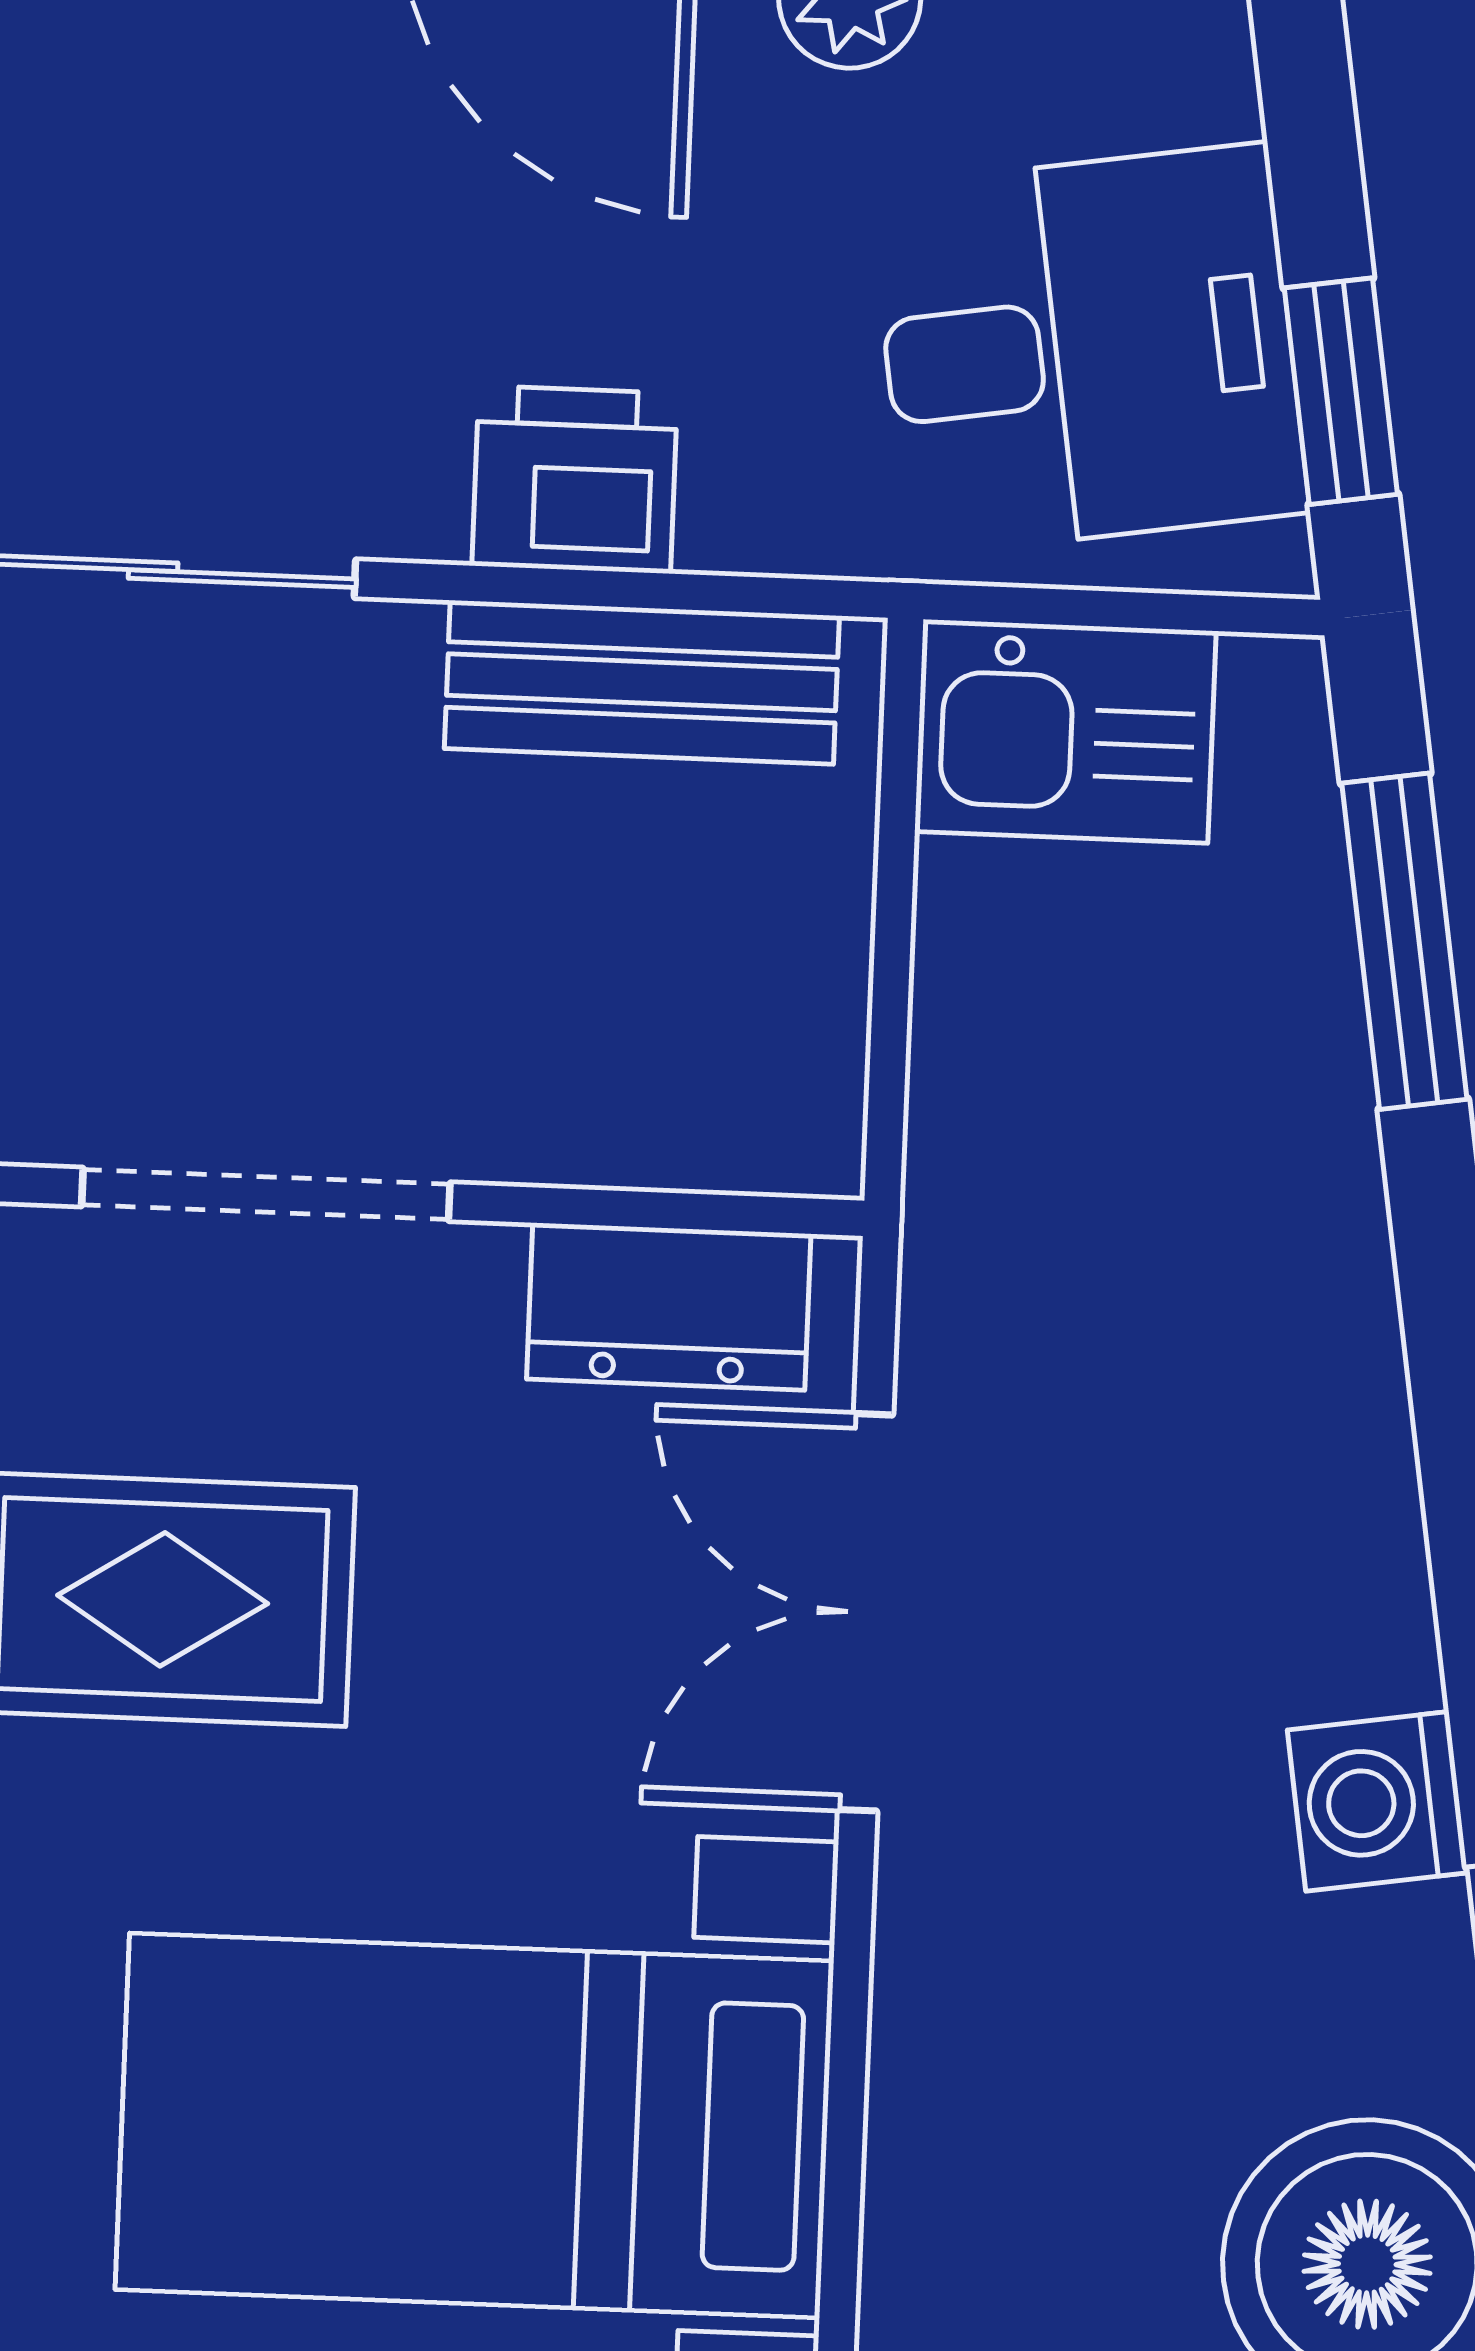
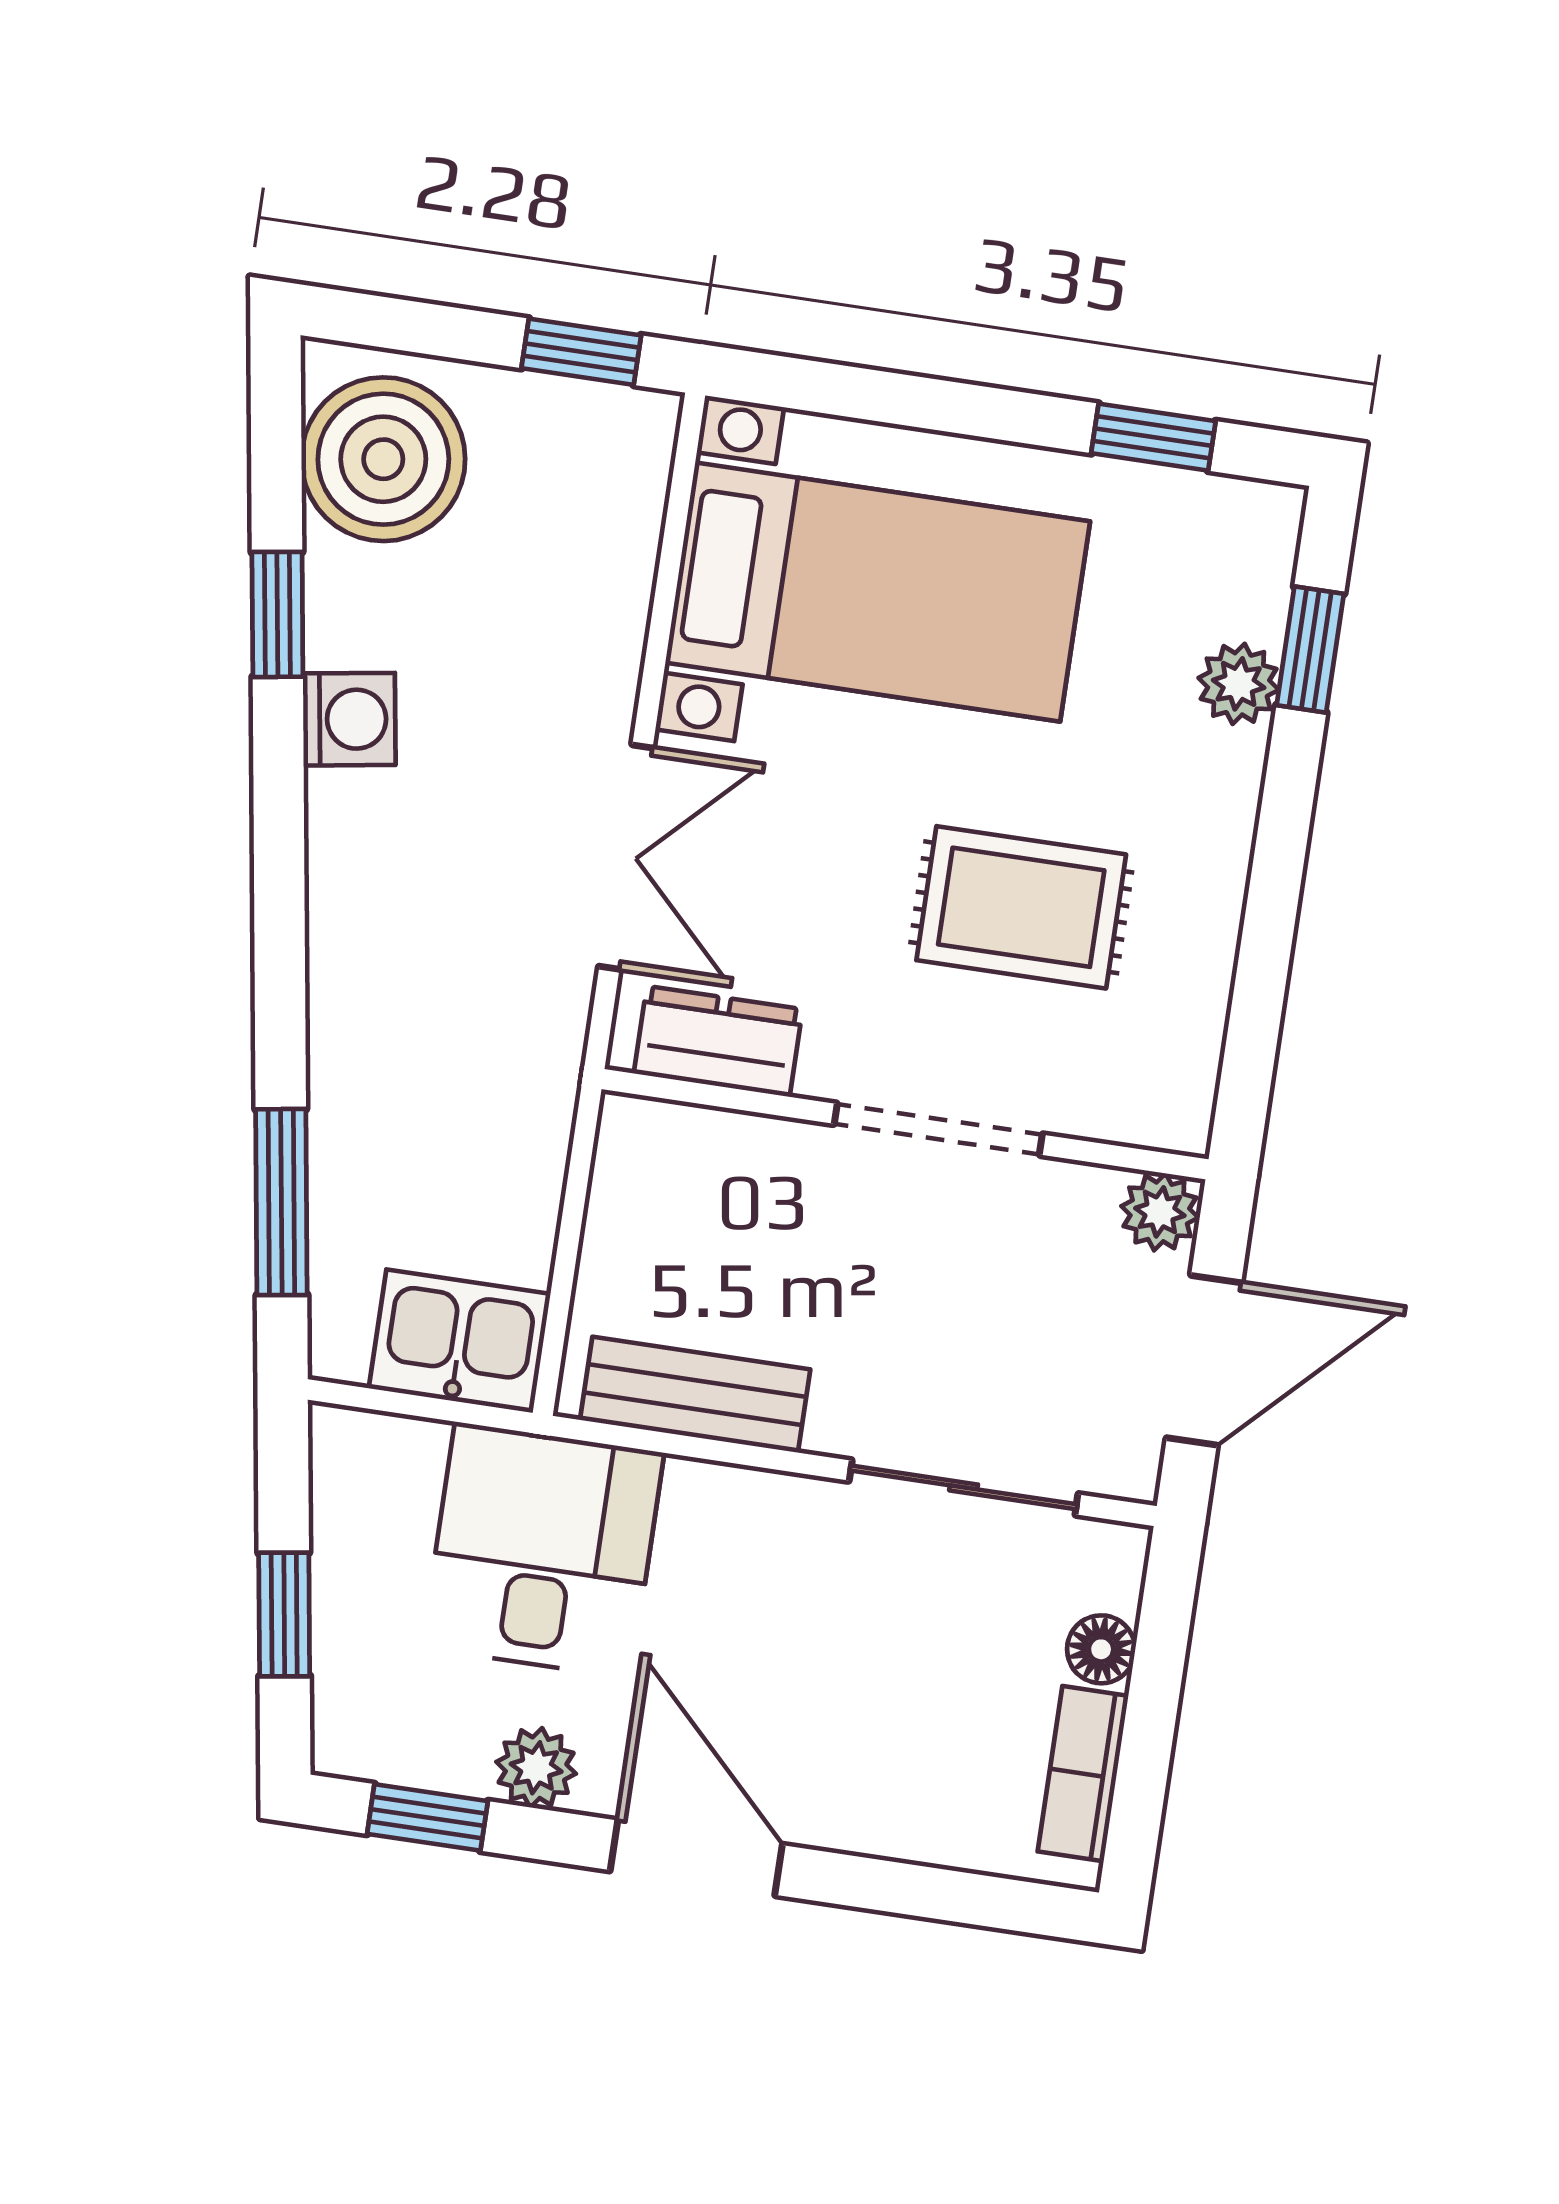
desk: (1089, 350) -> (543, 1550), moved, turned 99
window: (1341, 391) -> (284, 1615), moved
printer: (575, 479) -> (720, 1513), removed

